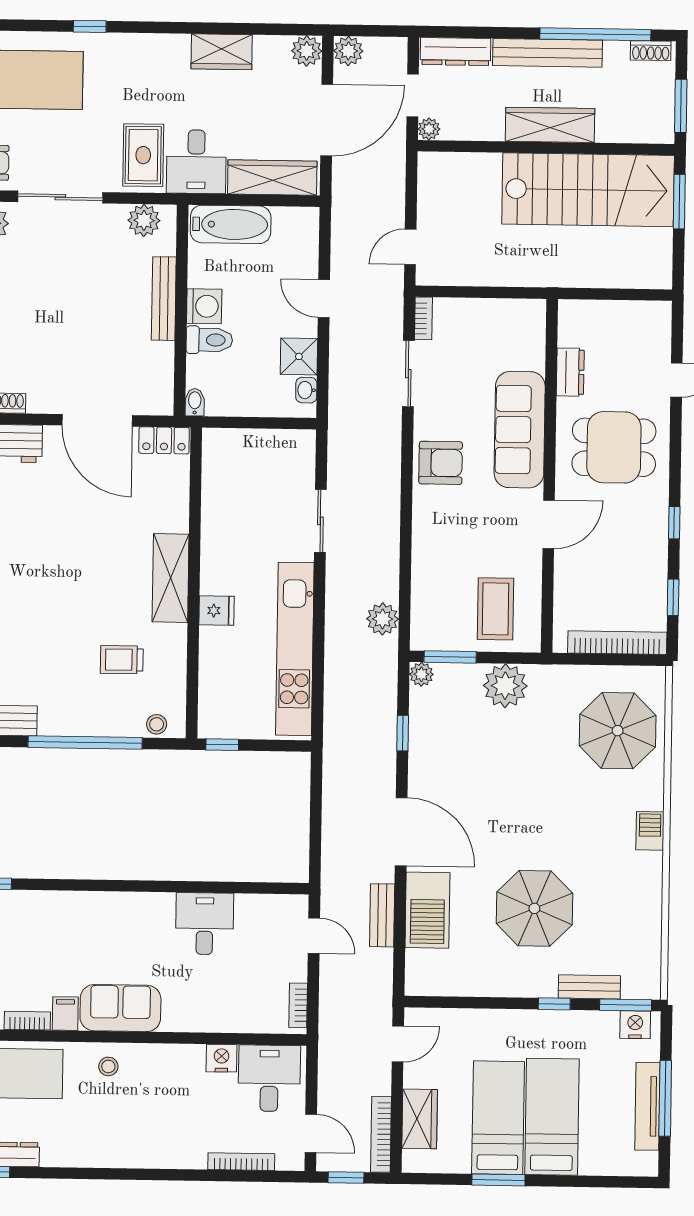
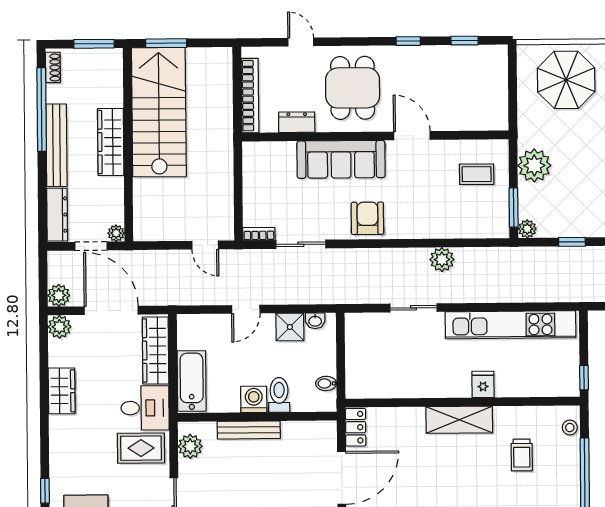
bidet: (195, 402) -> (326, 383), moved
coffee table: (496, 609) -> (477, 174), width x0.73, depth x0.77
plant: (383, 619) -> (442, 260), moved
bookcase: (617, 643) -> (250, 96), moved, turned 180

